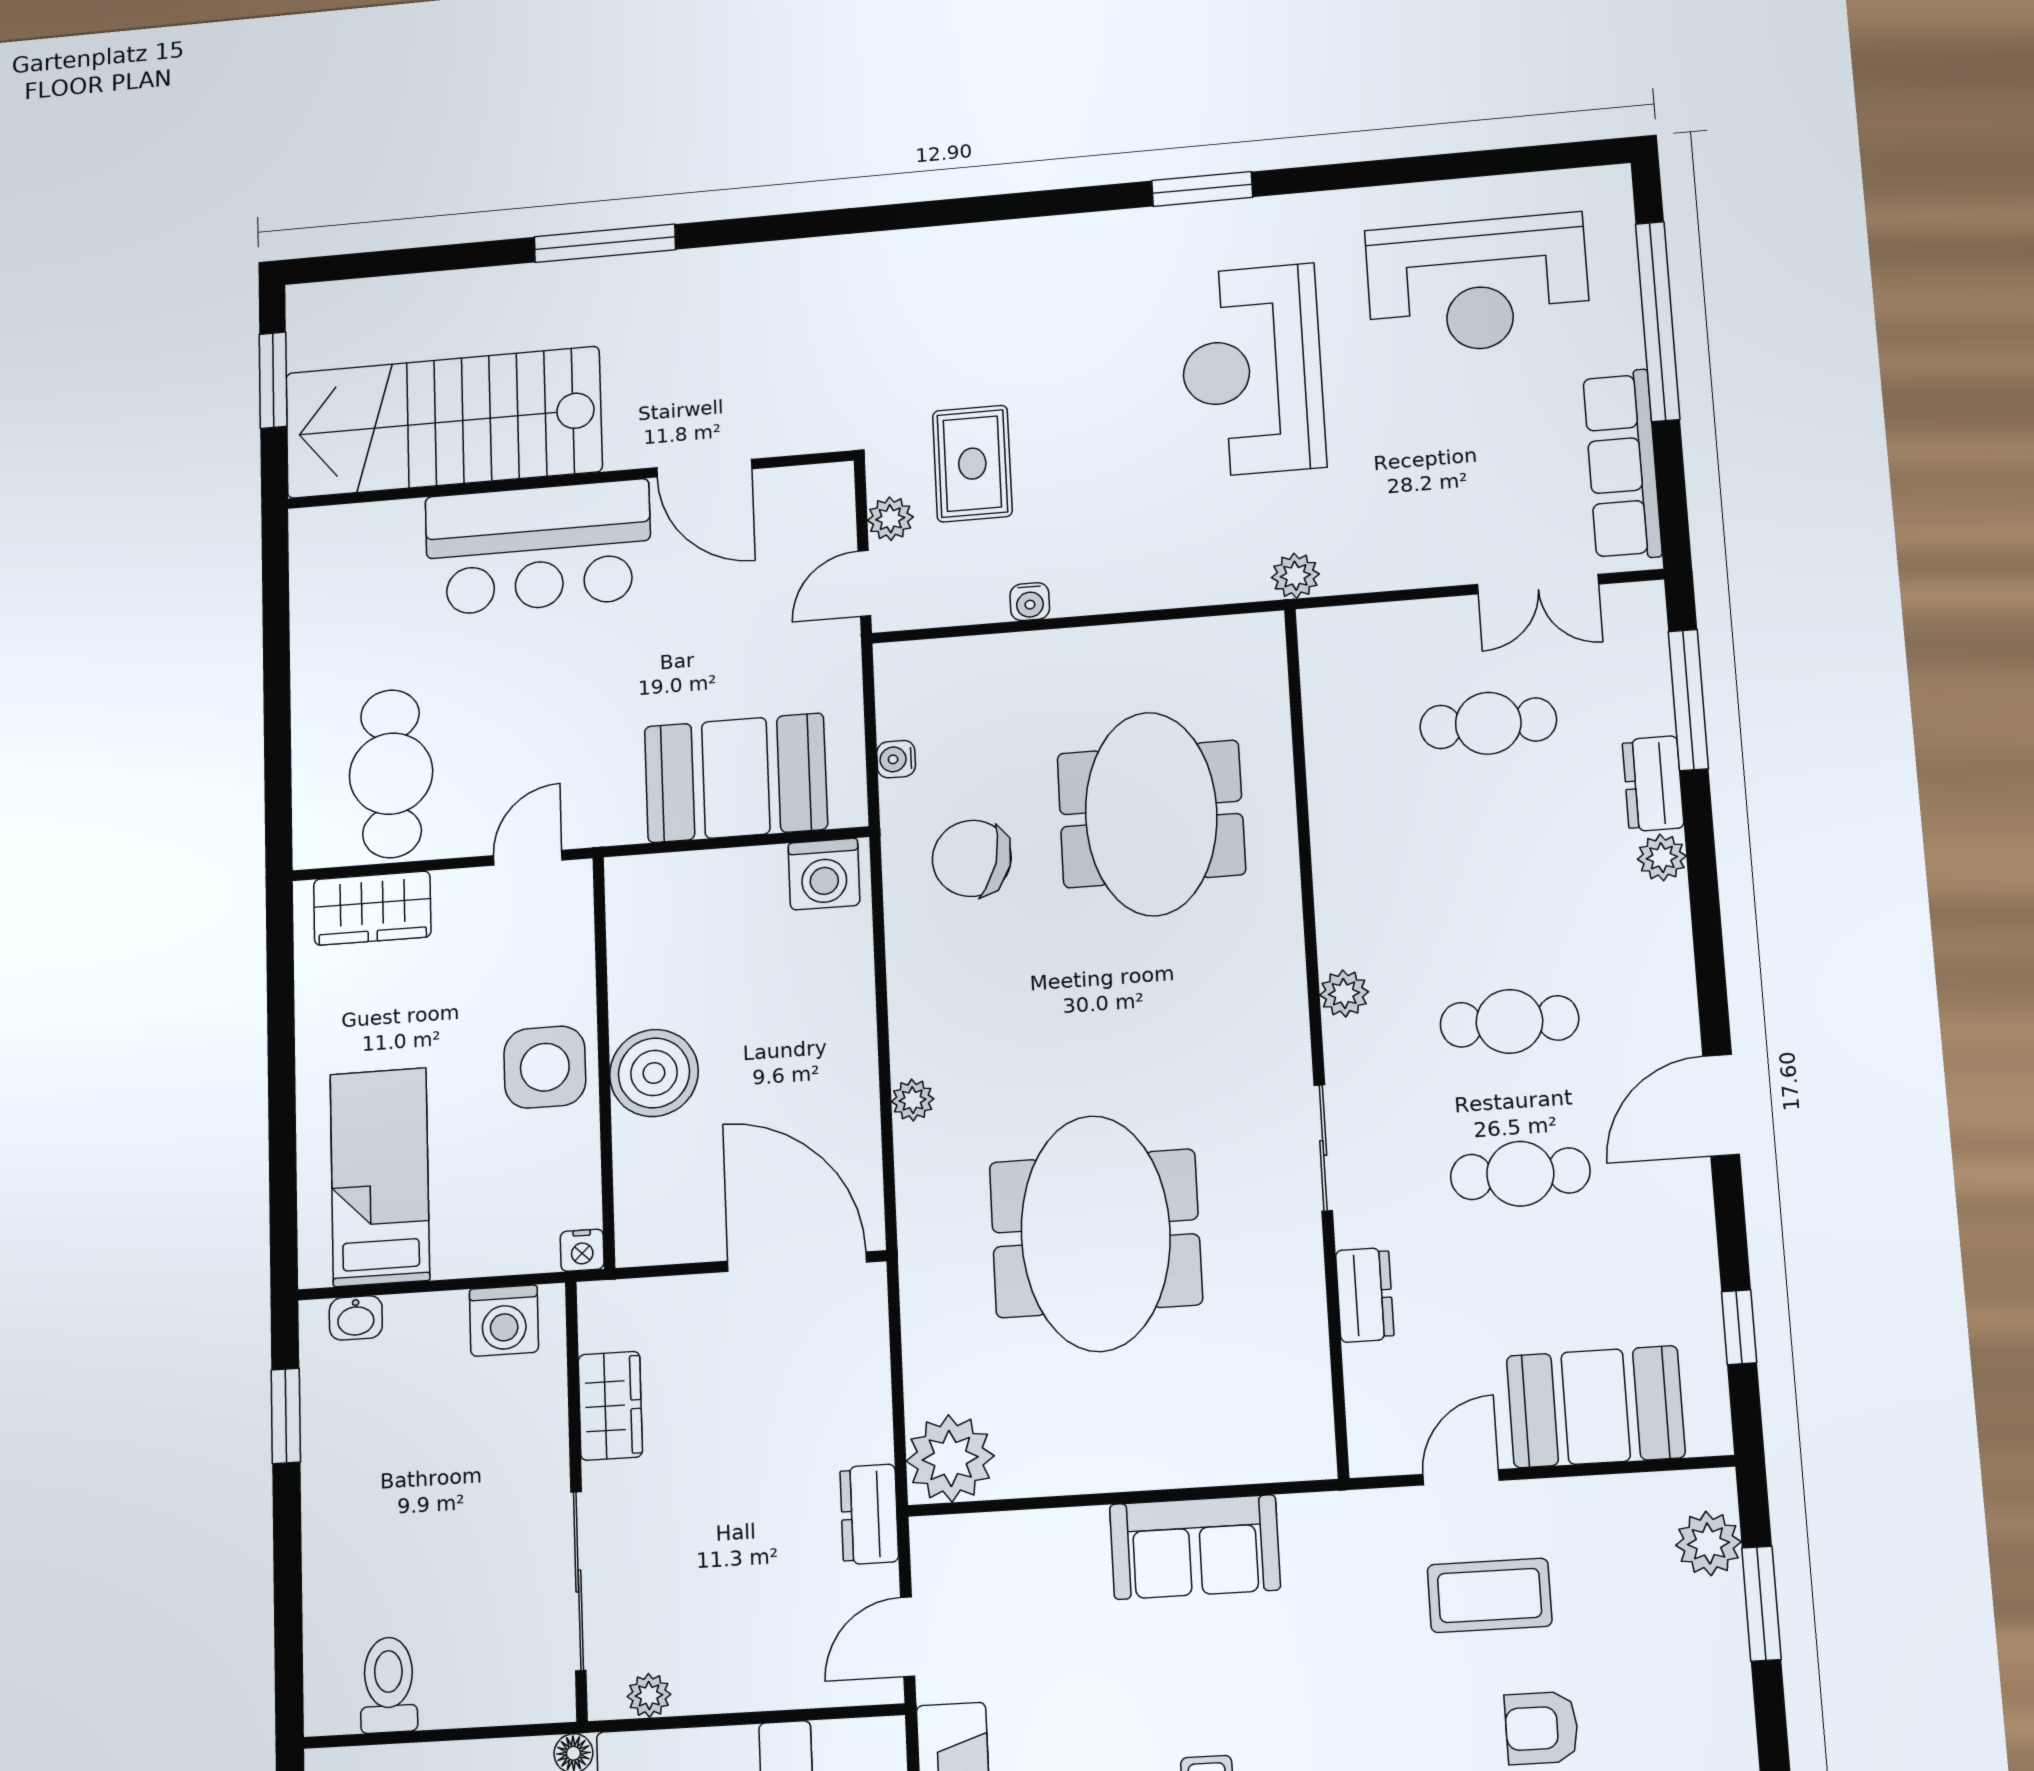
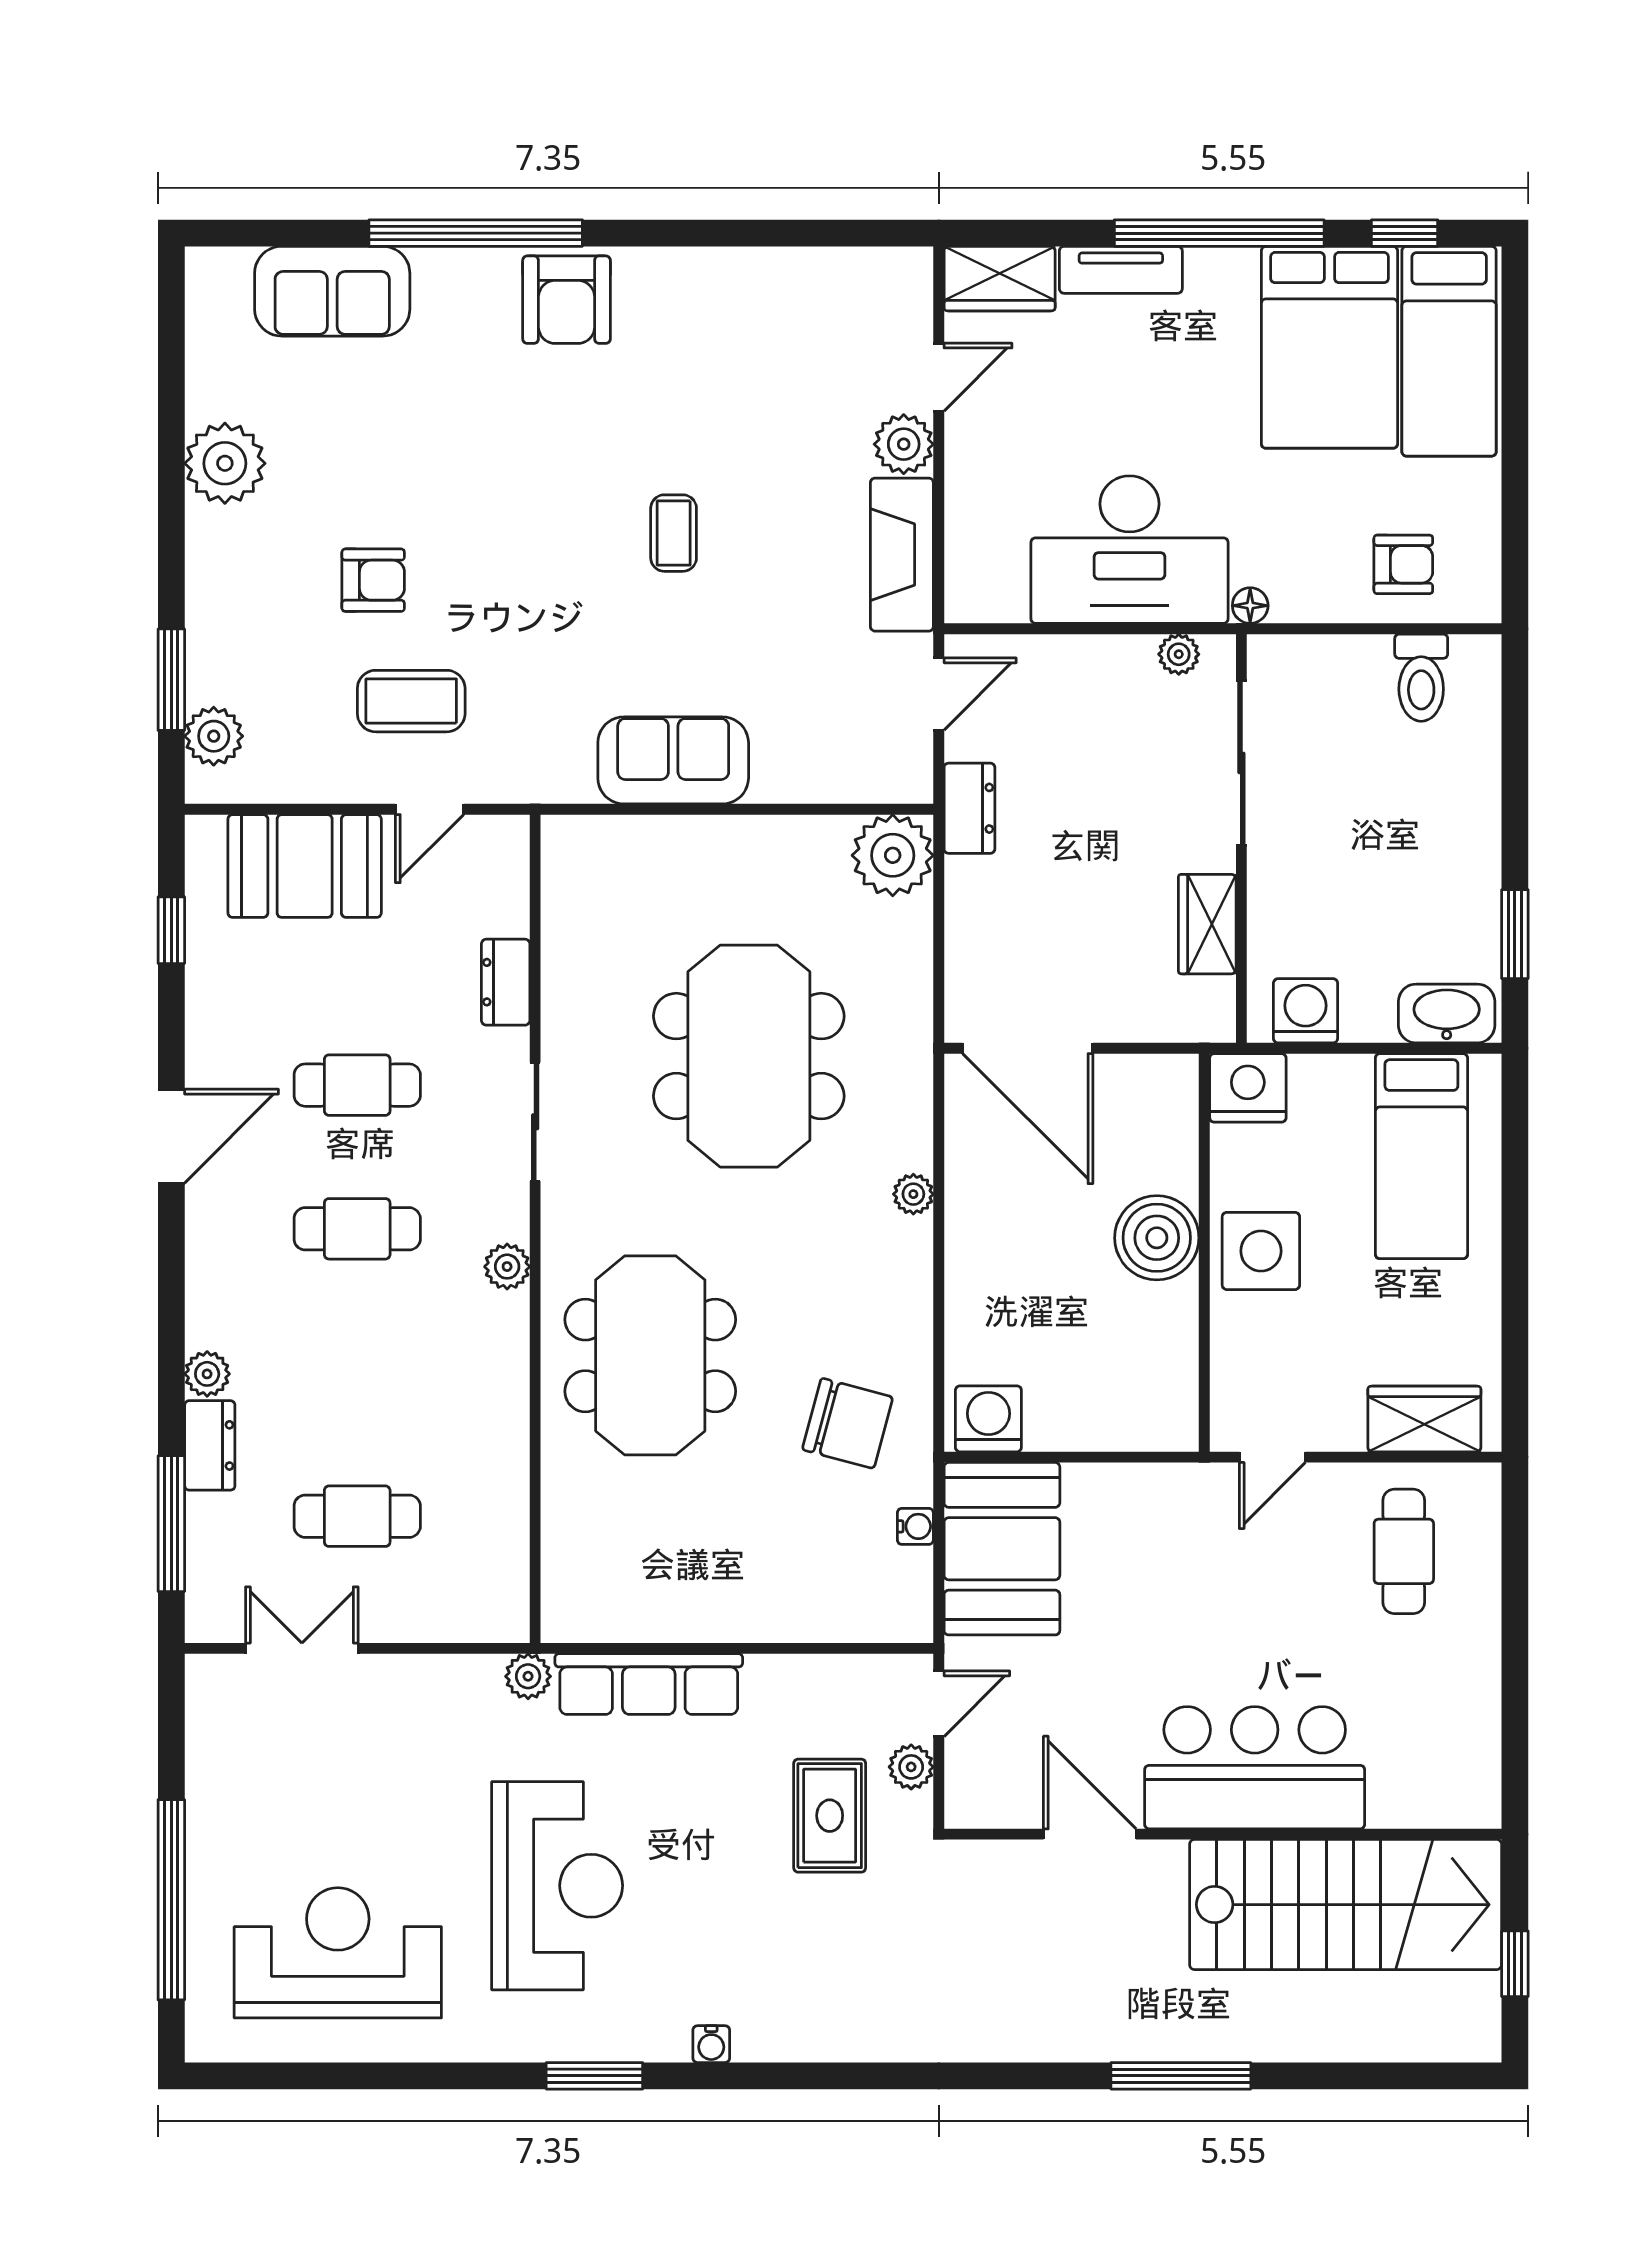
window: (273, 380) -> (1515, 1964), width x0.67
row of seats: (1622, 465) -> (649, 1684), moved, turned 90
water cooler: (1030, 602) -> (711, 2044), moved, turned 180
cafe table: (391, 774) -> (1404, 1551), width x0.73, depth x0.74
booth: (736, 778) -> (1002, 1549), moved, turned 90
meeting table: (1151, 814) -> (650, 1355), moved
nightstand: (582, 1250) -> (1248, 1088), width x1.89, depth x1.79
washbasin: (356, 1318) -> (1447, 1013), width x1.91, depth x1.45

